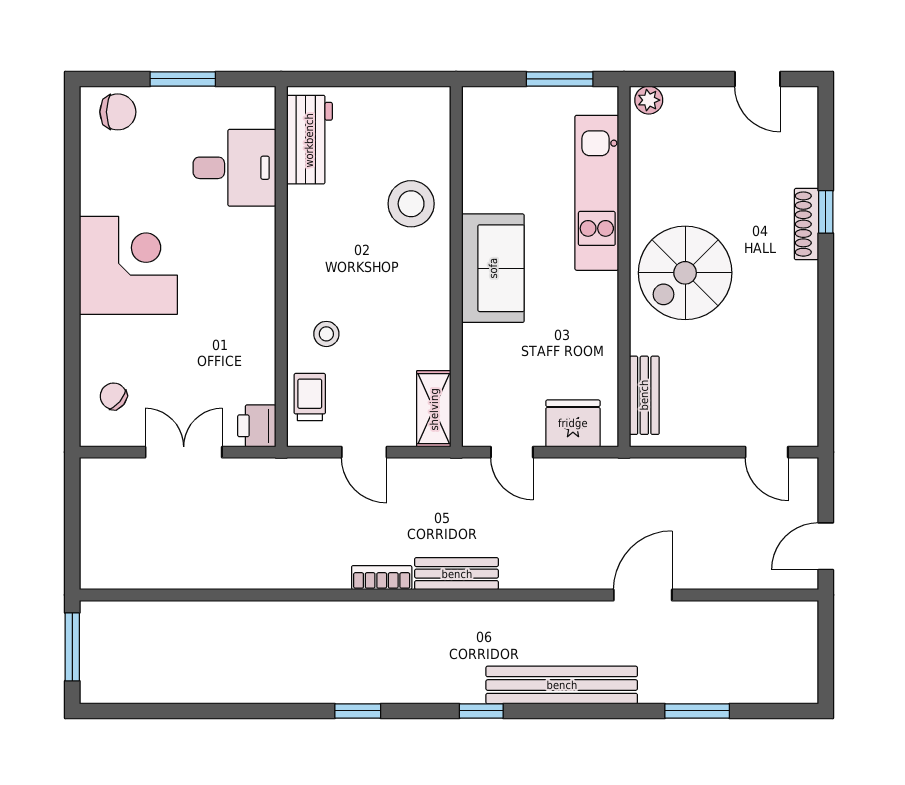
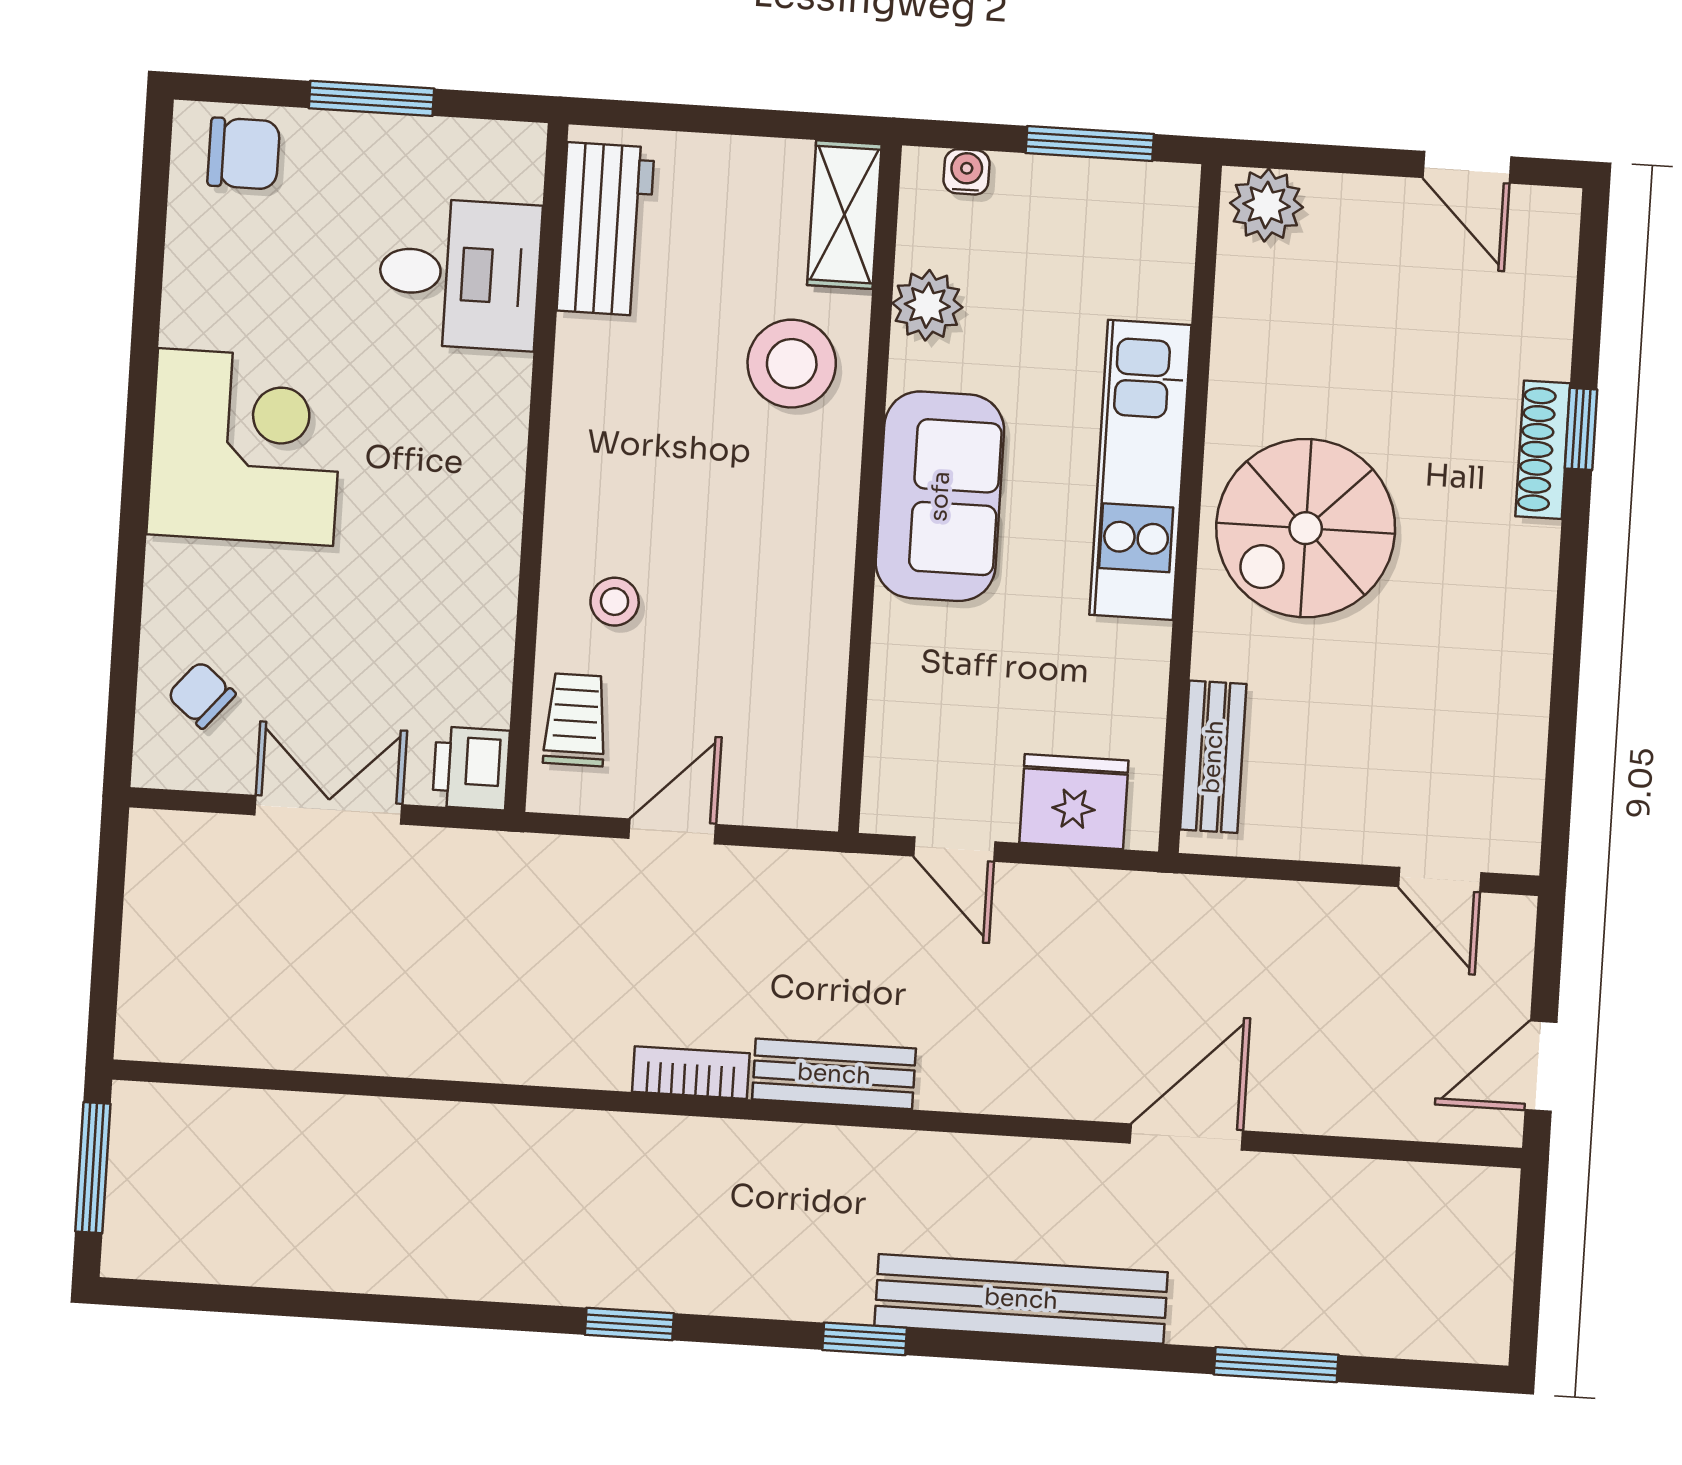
water cooler: (496, 98) -> (967, 172), added
plant: (649, 100) -> (1266, 205), width x1.38, depth x1.38
plant: (480, 169) -> (927, 305), added
kitchen unit: (597, 193) -> (1140, 470), moved
shelving: (434, 409) -> (844, 215), moved
door: (364, 452) -> (672, 831), swing flipped

